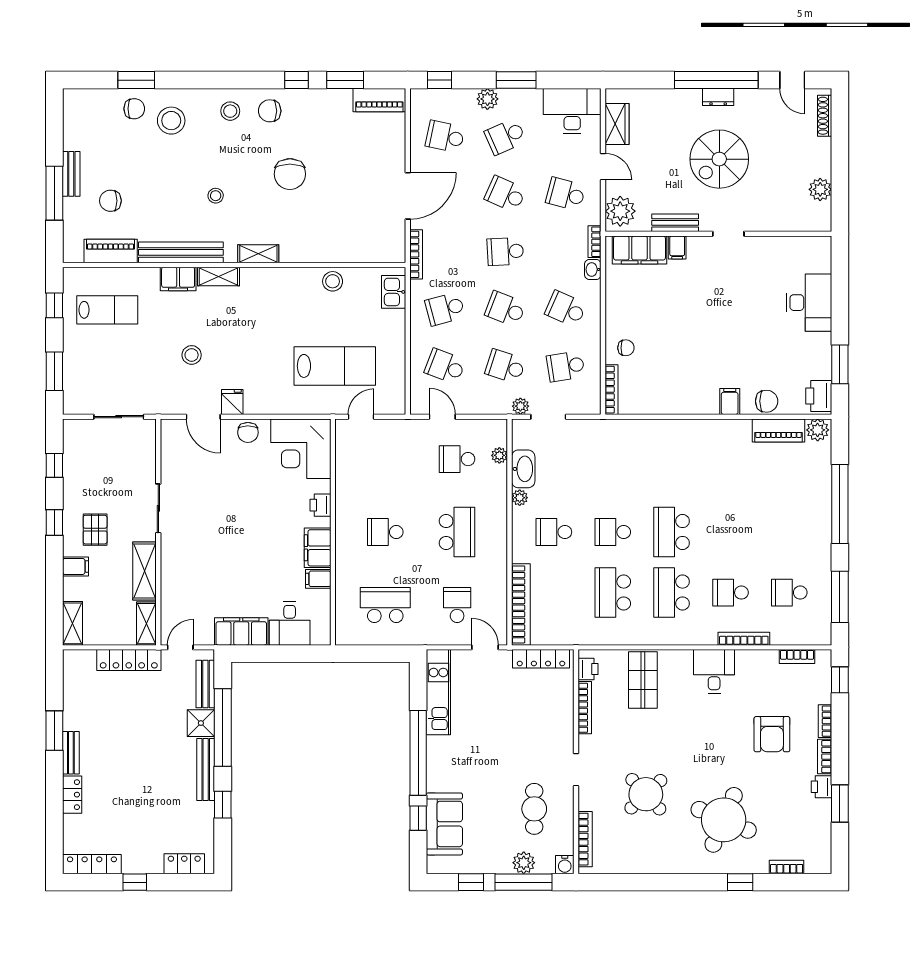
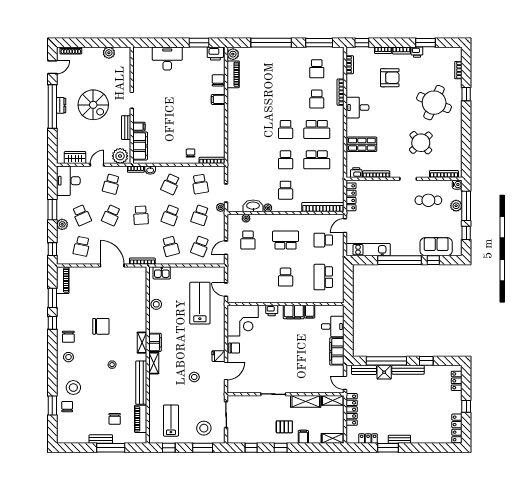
filing cabinet: (178, 279) -> (155, 342), moved
stool: (93, 374) -> (204, 428), added
school desk: (672, 532) -> (286, 129), width x0.54
locker: (72, 795) -> (368, 439), moved

